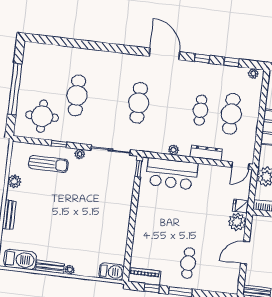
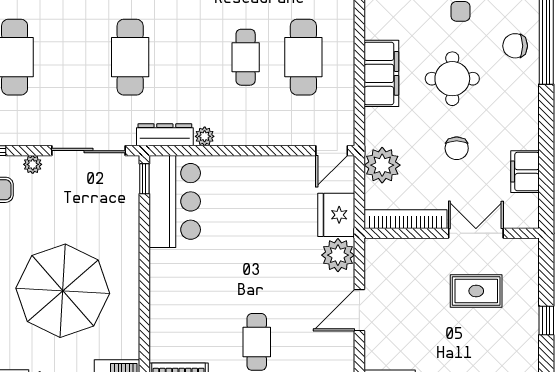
dresser: (206, 153) -> (165, 135), moved
bar counter: (172, 174) -> (175, 201), moved, turned -90
fridge: (241, 206) -> (336, 215), width x1.88, depth x1.34
parasol: (88, 223) -> (63, 291), added

